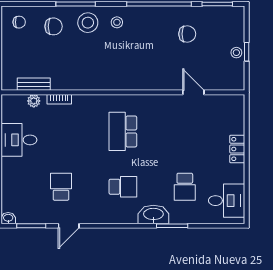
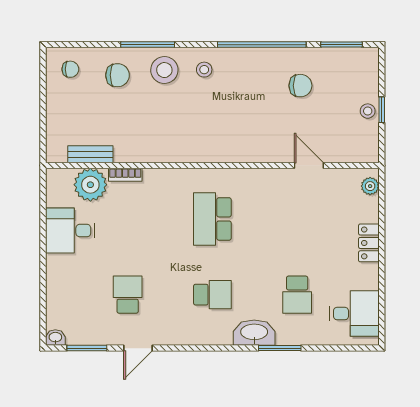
plant: (34, 101) -> (90, 185), width x1.88, depth x1.88
plant: (238, 107) -> (370, 186), added

